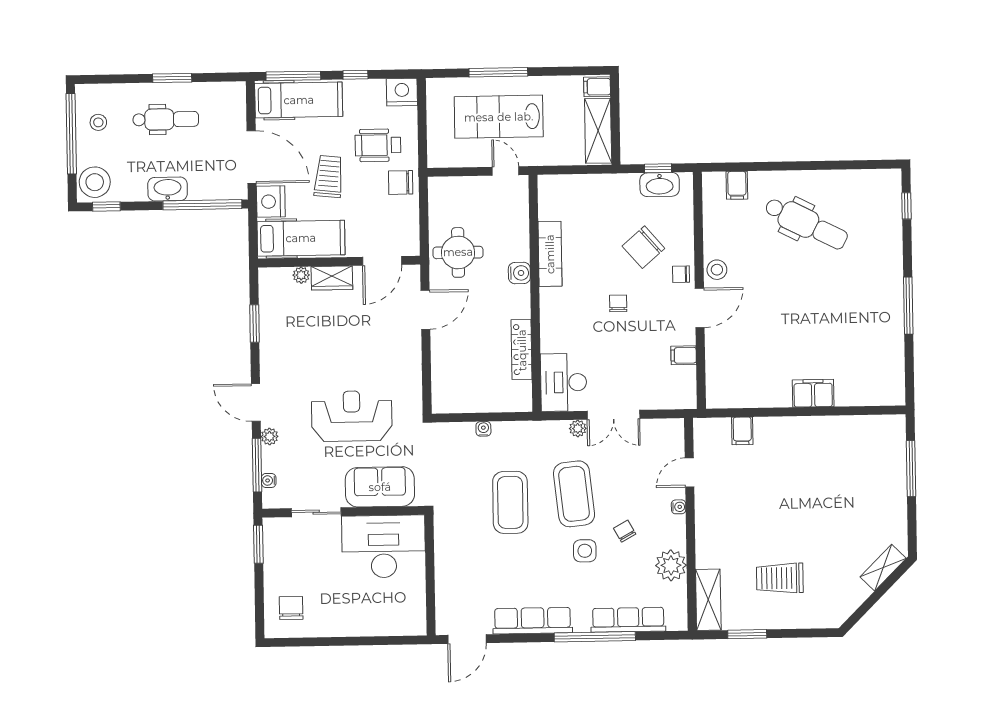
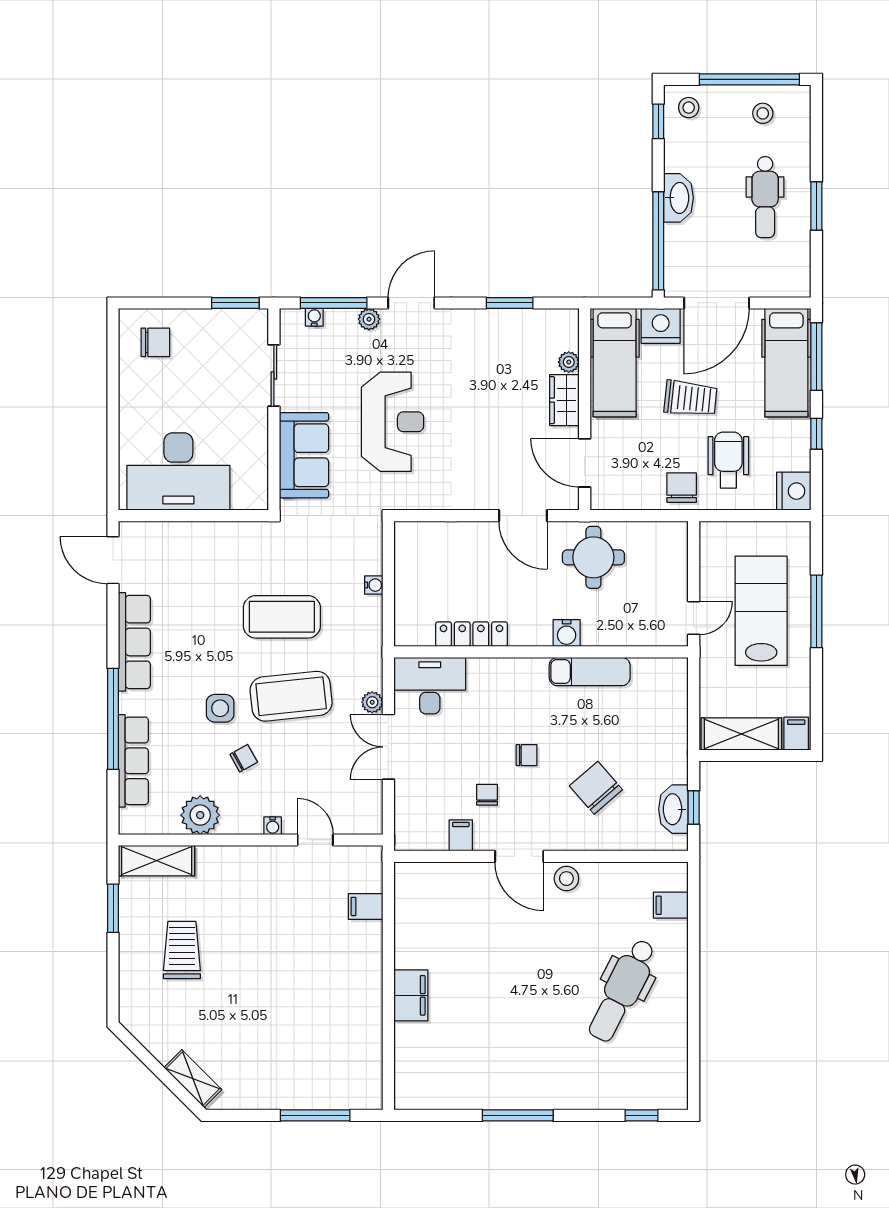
stool: (95, 182) -> (689, 108), width x0.53, depth x0.53
chair: (681, 274) -> (487, 795), moved
desk: (384, 547) -> (178, 472), moved, turned 90

